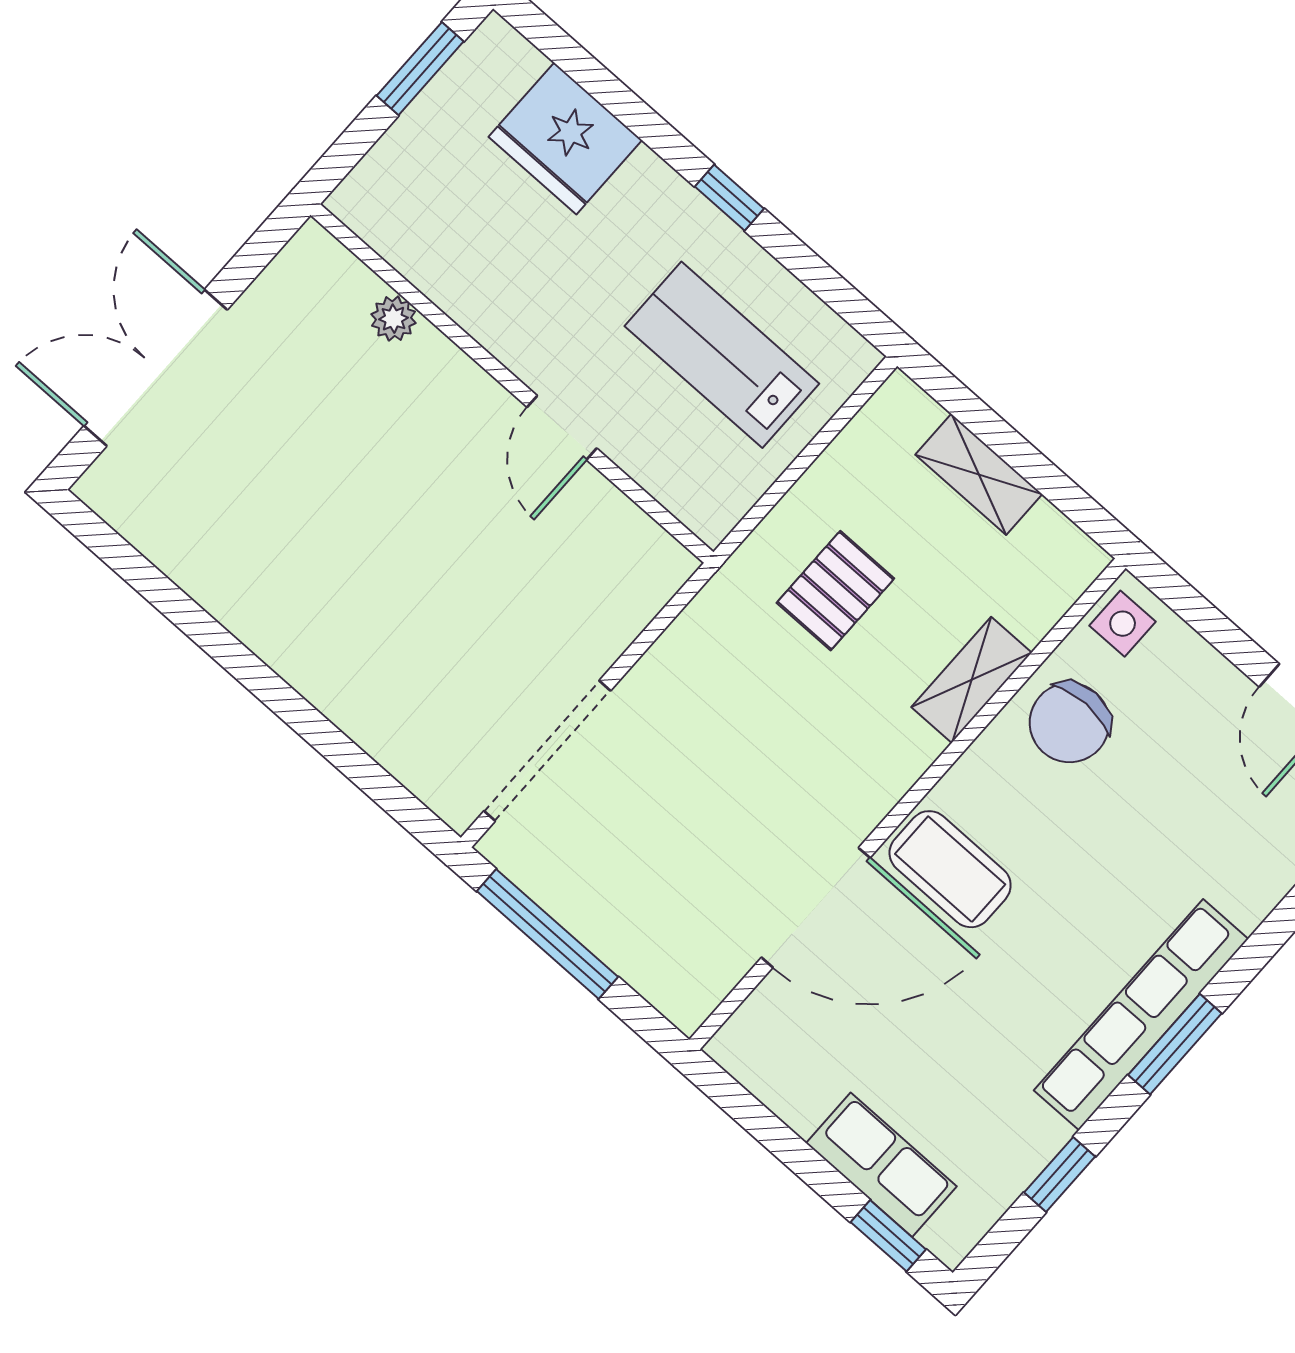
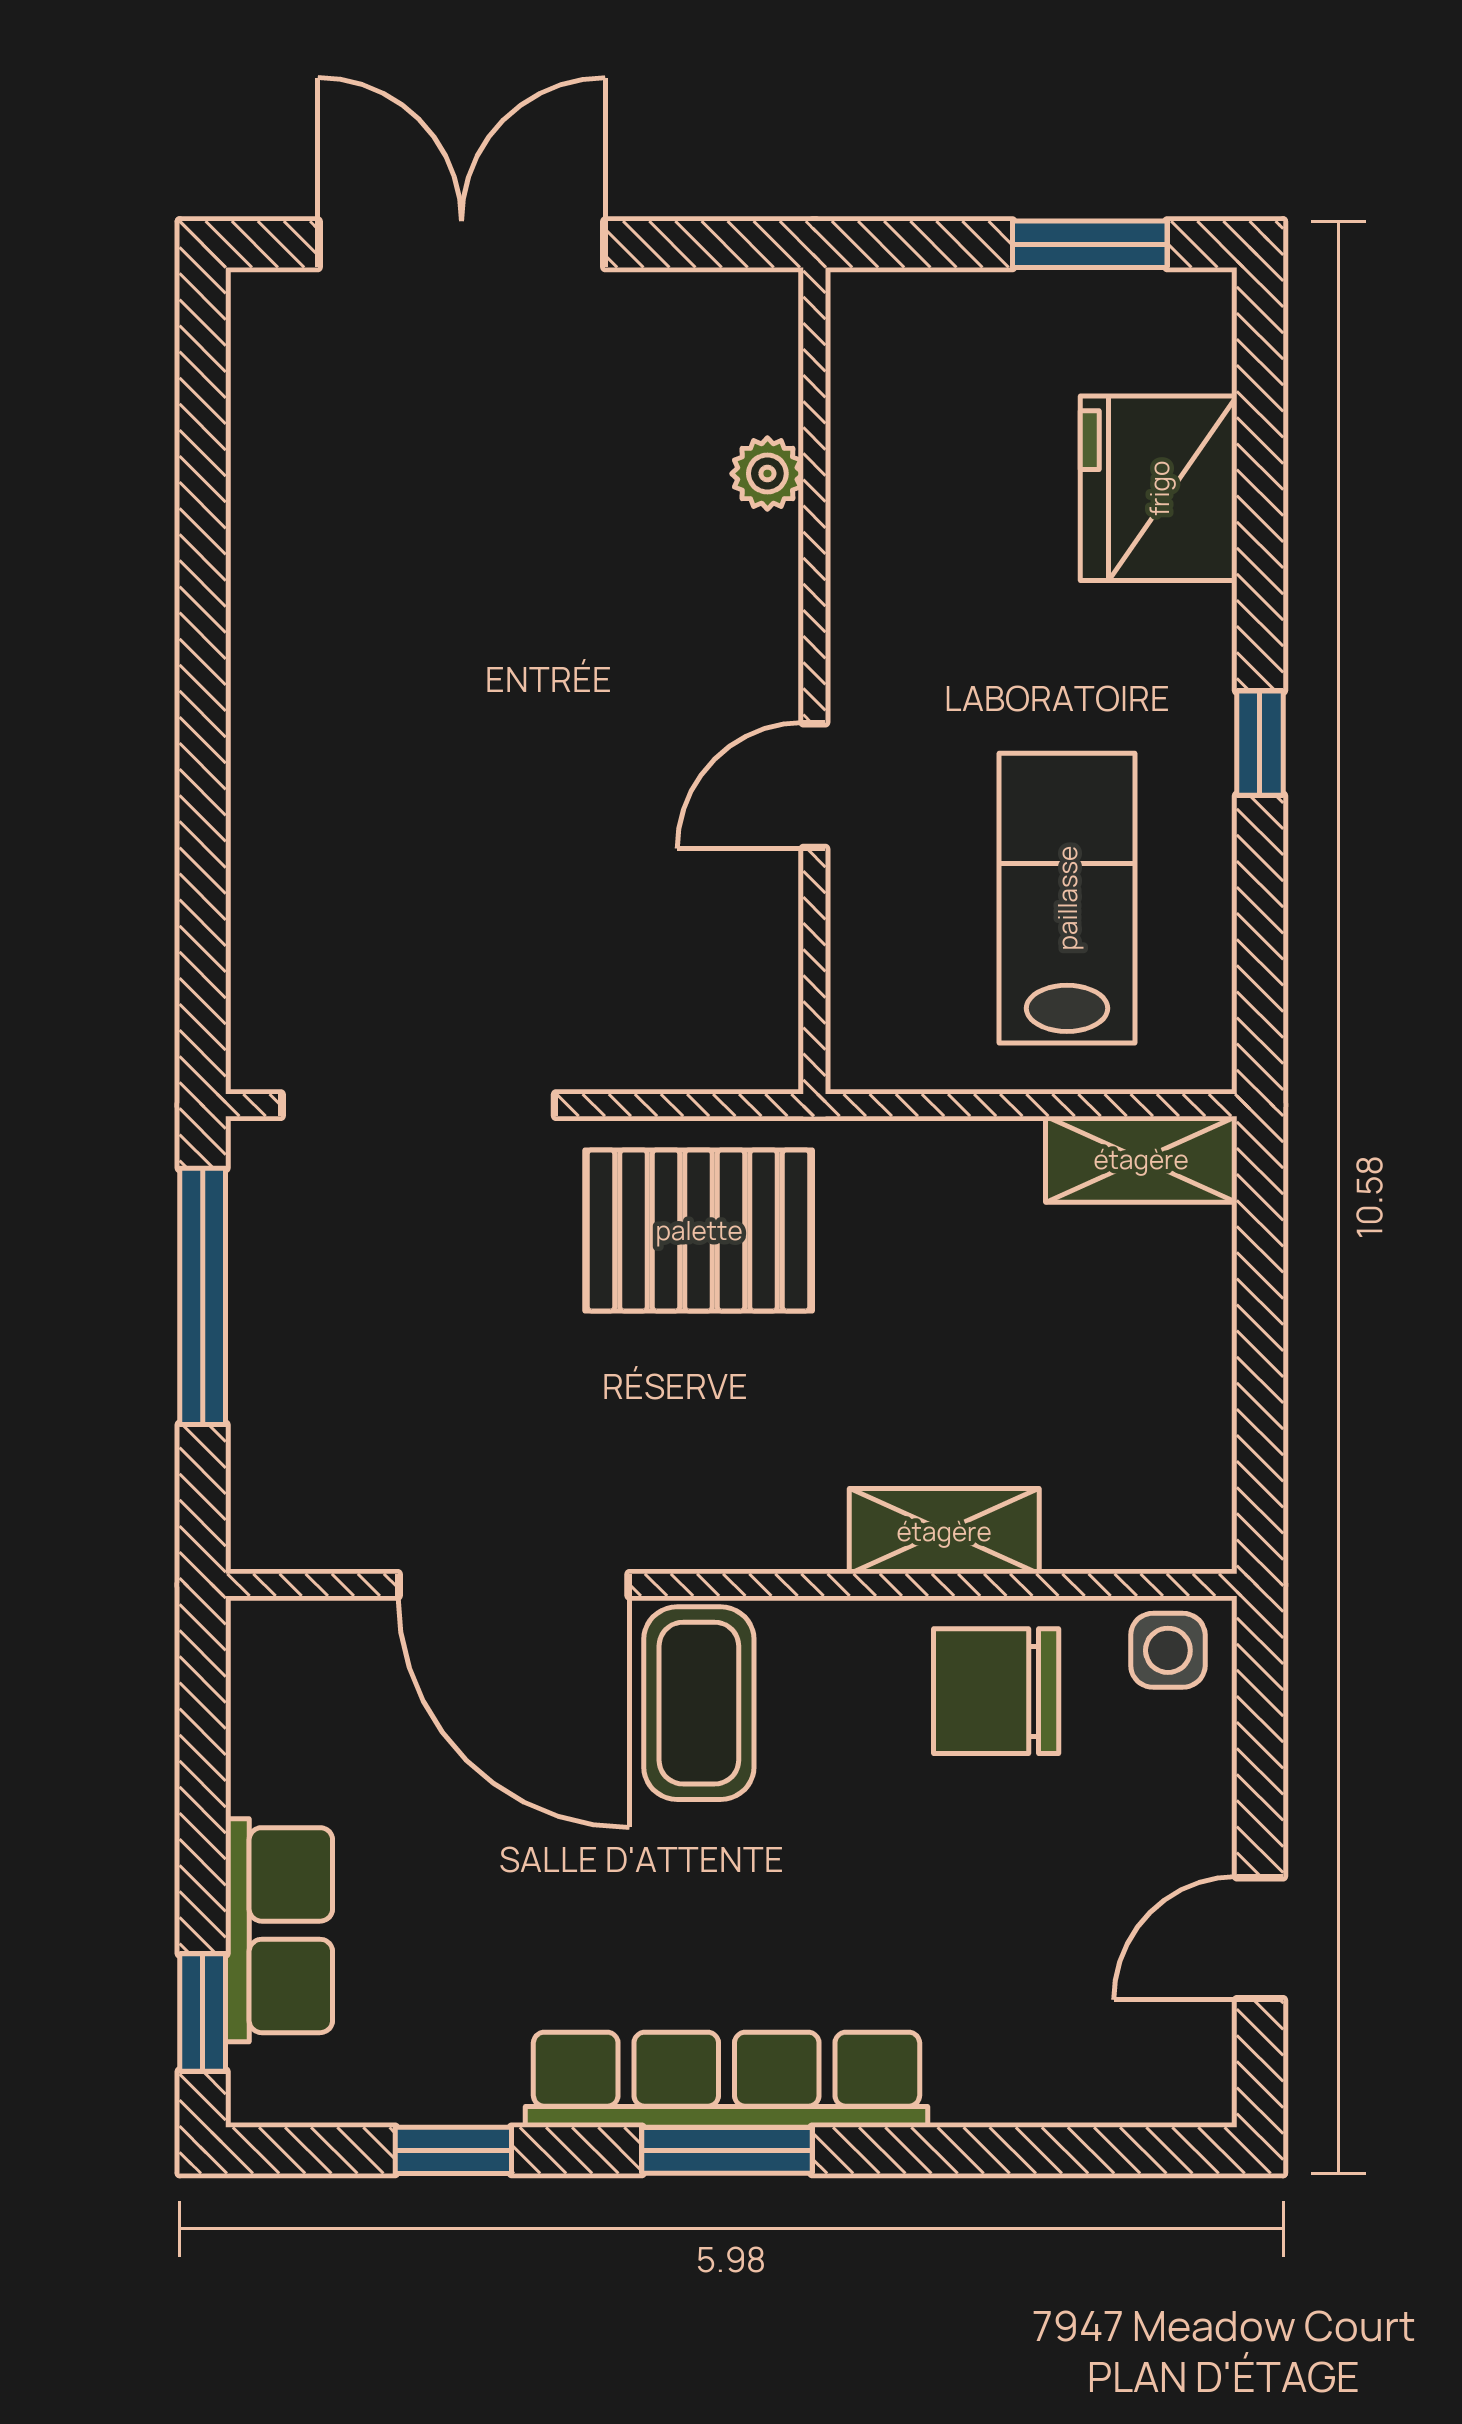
shelving: (979, 474) -> (1141, 1159), moved, turned 90
pallet: (835, 591) -> (699, 1230), moved, width x1.50, depth x1.42

